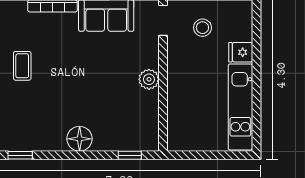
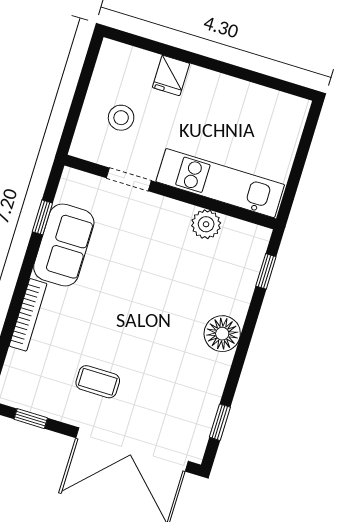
doorway: (163, 20) -> (129, 179), moved
plant: (149, 79) -> (206, 224), moved
kitchen unit: (240, 107) -> (220, 183), moved, turned 180

